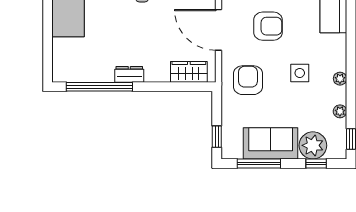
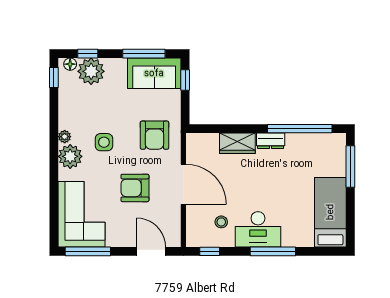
window: (48, 48) -> (350, 166), added
wardrobe: (189, 72) -> (237, 143), moved
plant: (340, 111) -> (70, 156), moved, width x1.87, depth x1.87
sofa: (271, 143) -> (154, 73), moved
floor lamp: (334, 153) -> (70, 64), added

